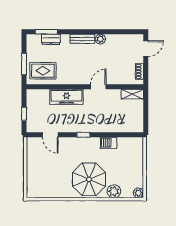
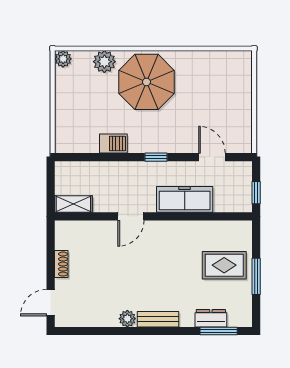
wall: (85, 87) -> (153, 216), moved
door: (98, 87) -> (131, 216), moved
shelving: (132, 94) -> (73, 204), moved
freezer: (66, 97) -> (185, 199), moved

